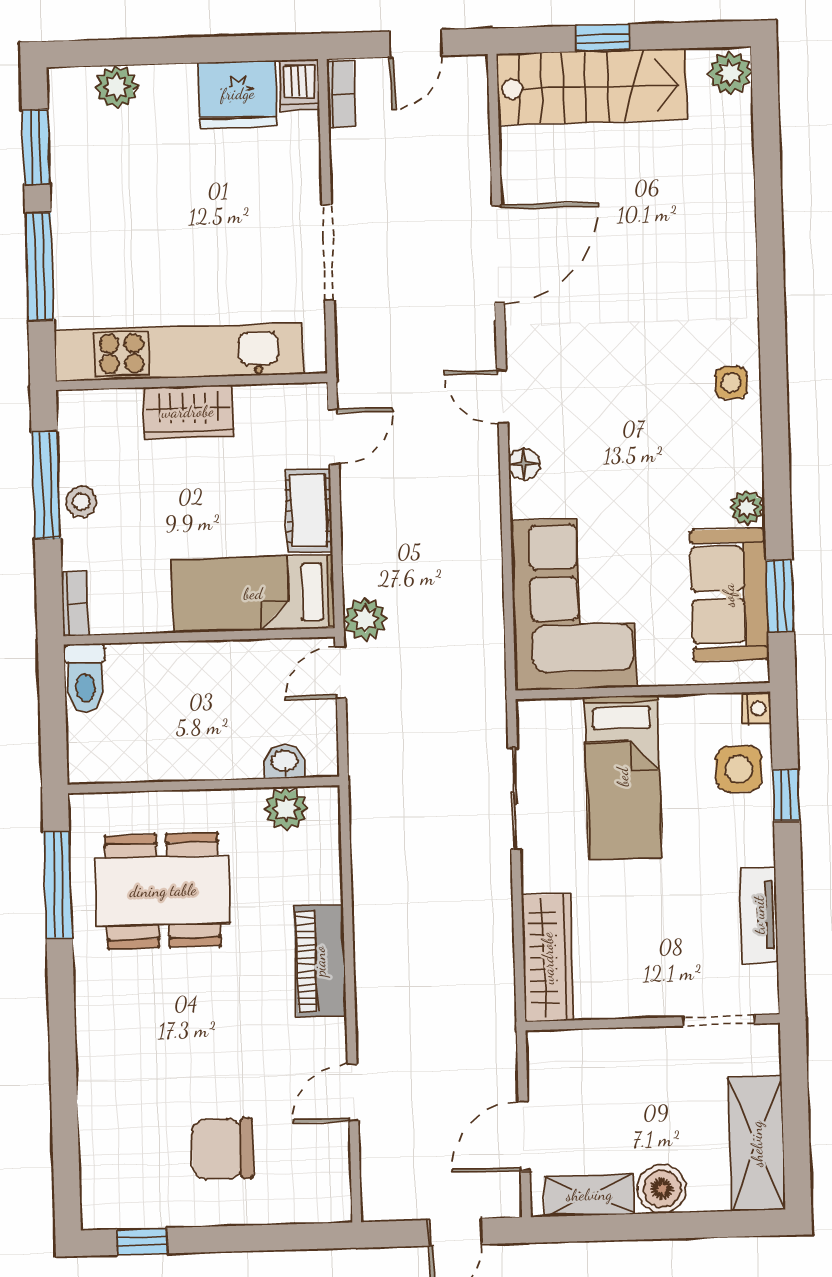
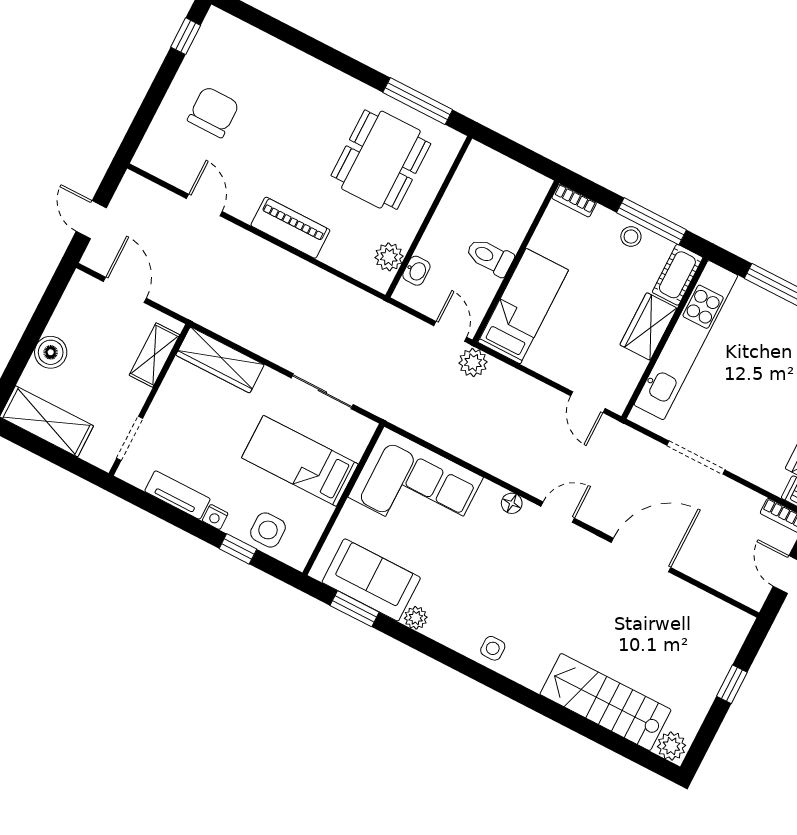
stairs: (592, 87) -> (605, 702), moved, turned 90
door: (498, 254) -> (641, 555), swing flipped
cot: (309, 511) -> (677, 275), moved, turned 90
toilet: (85, 678) -> (490, 257), moved
nightstand: (756, 709) -> (215, 517), moved
shelving: (589, 1195) -> (154, 355), moved

